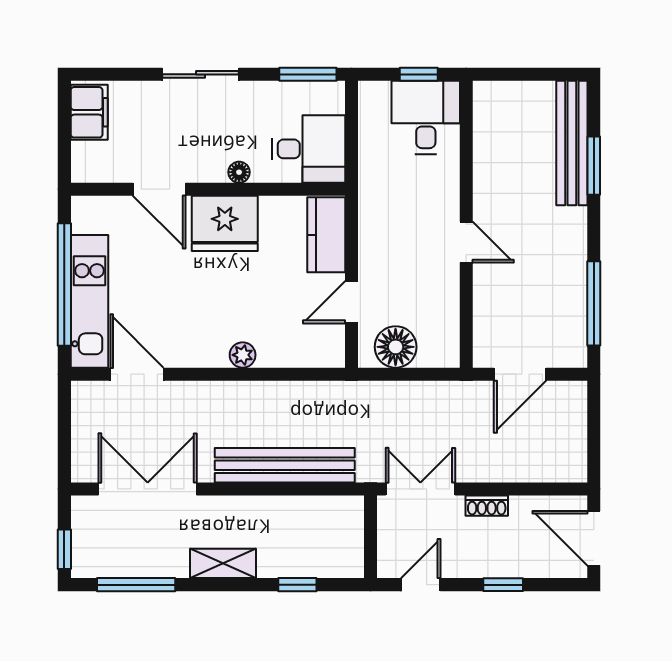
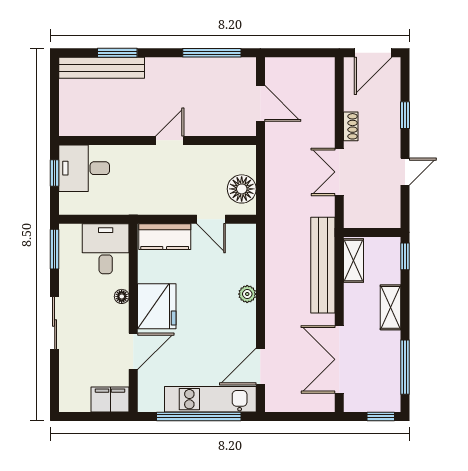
filing cabinet: (89, 112) -> (110, 399), moved
shelving: (291, 510) -> (353, 261), added
wall: (371, 537) -> (372, 232), moved
door: (421, 585) -> (405, 172), swing flipped

